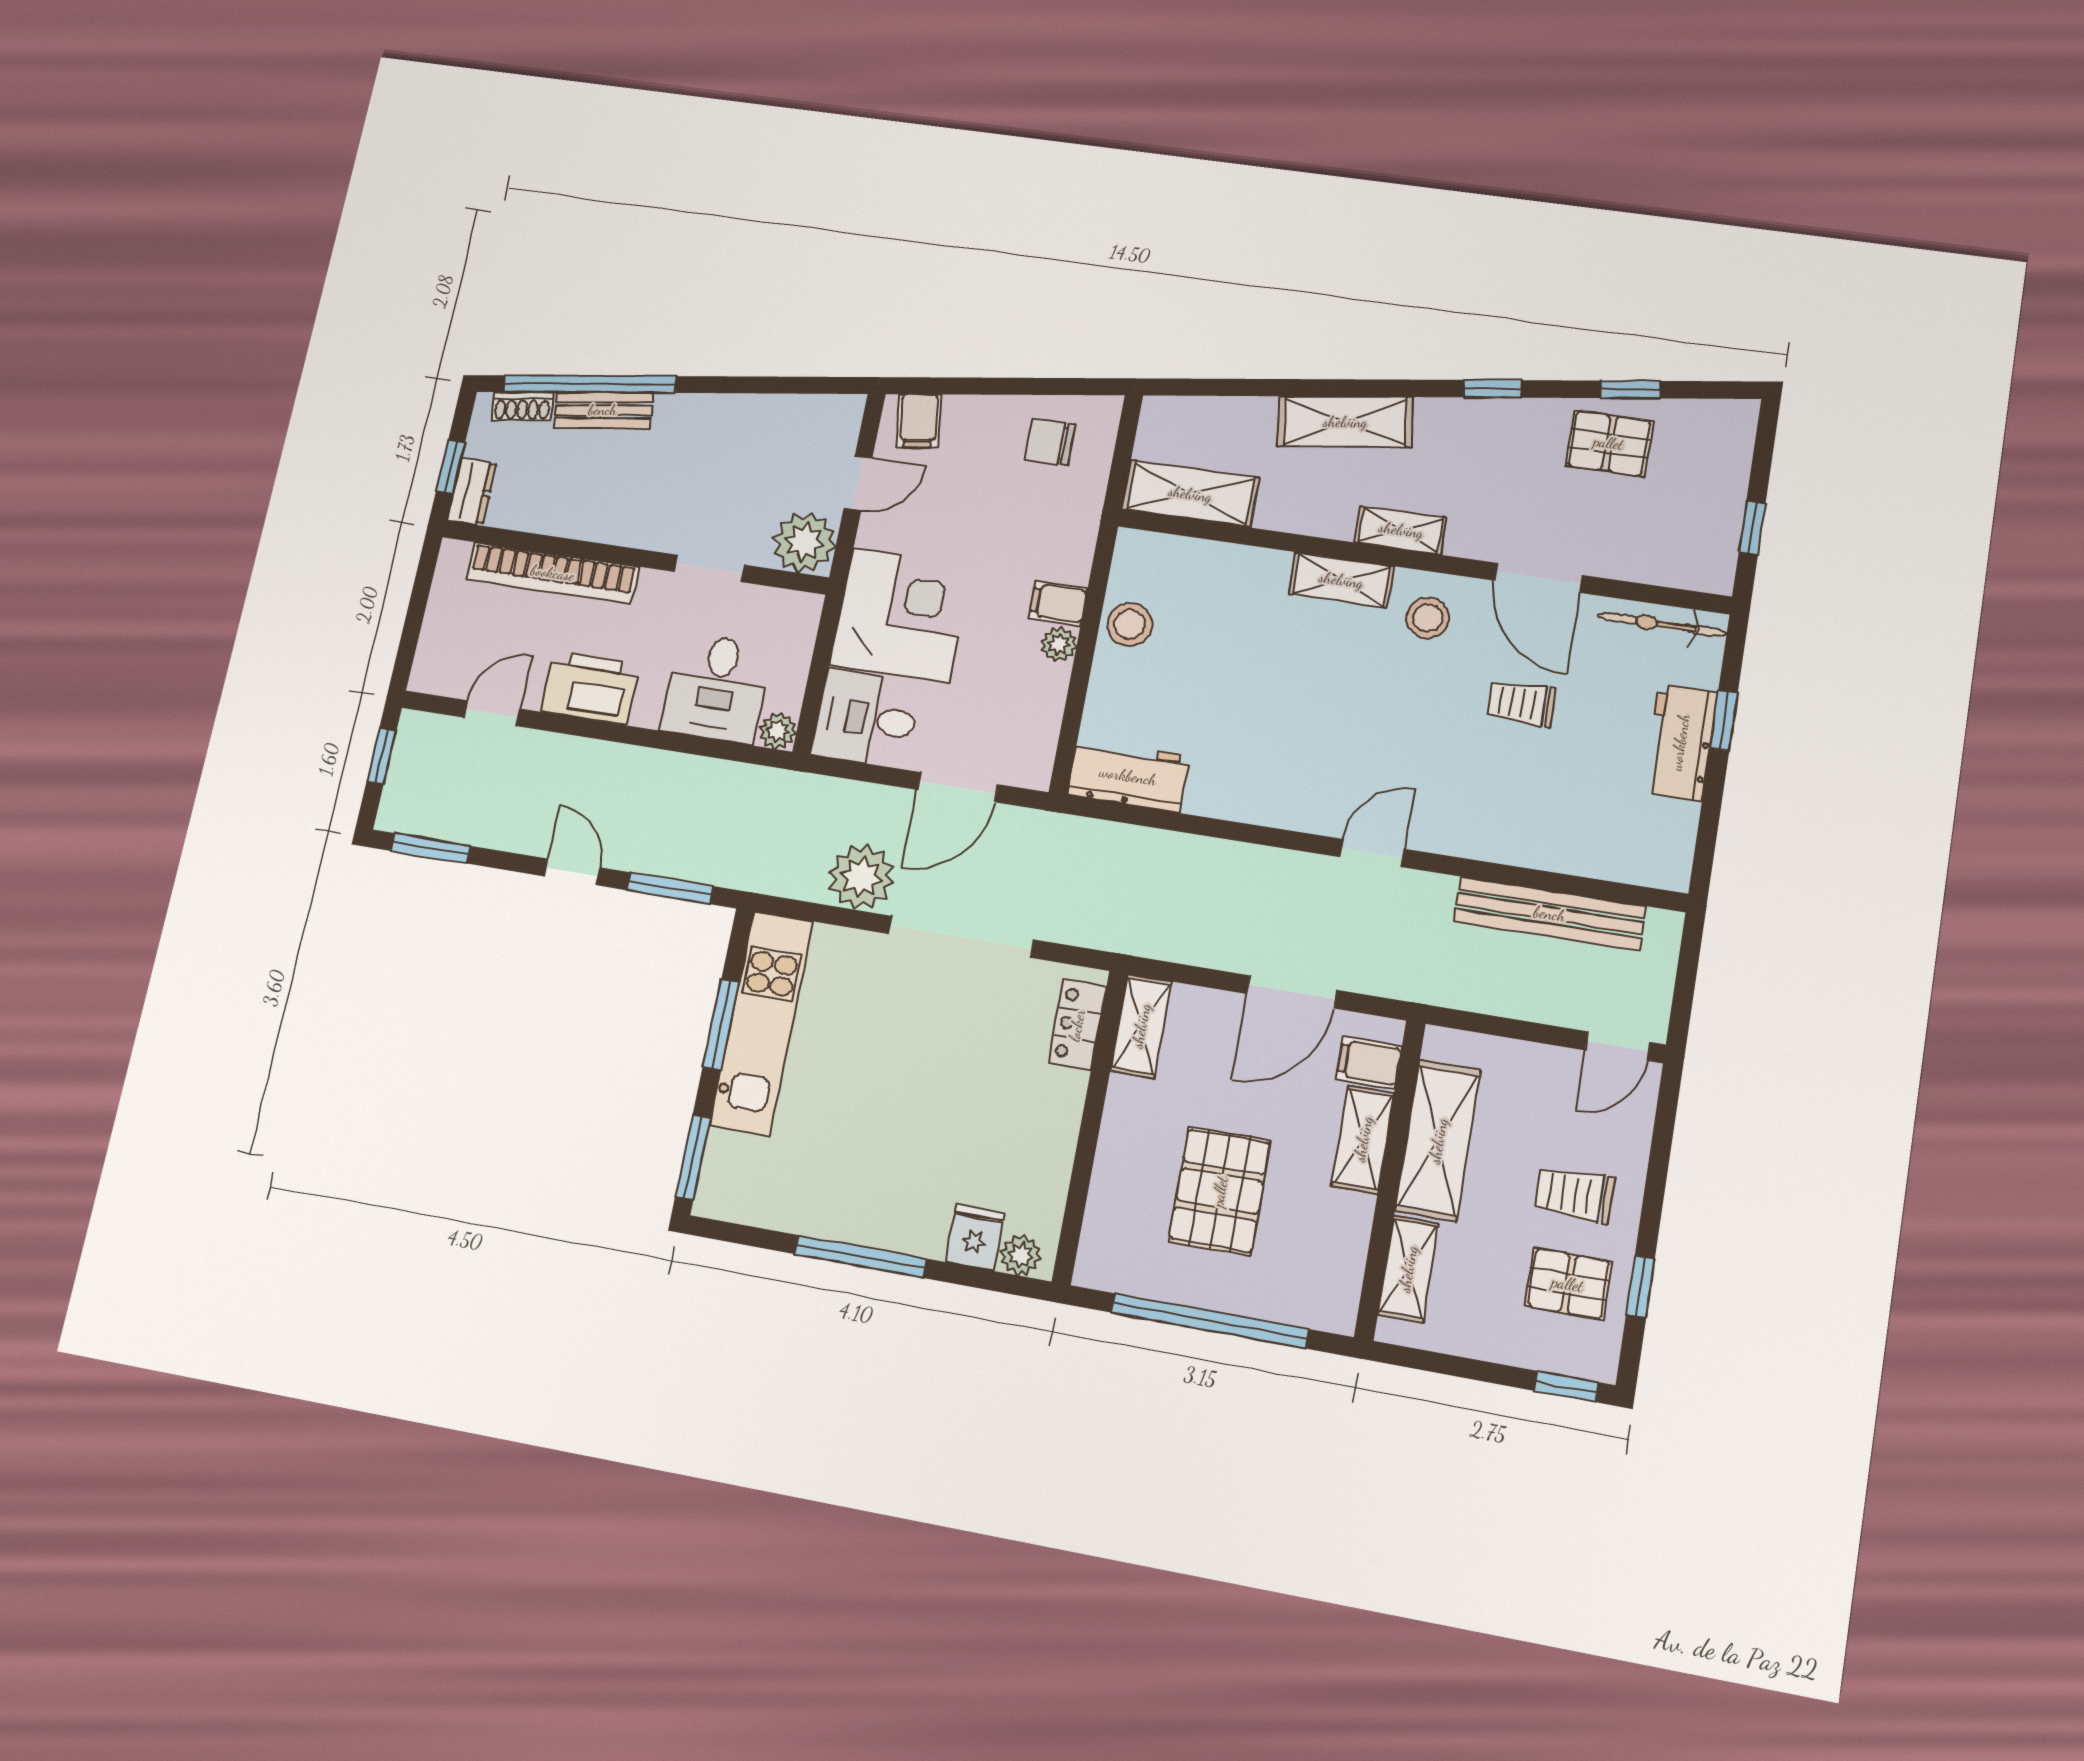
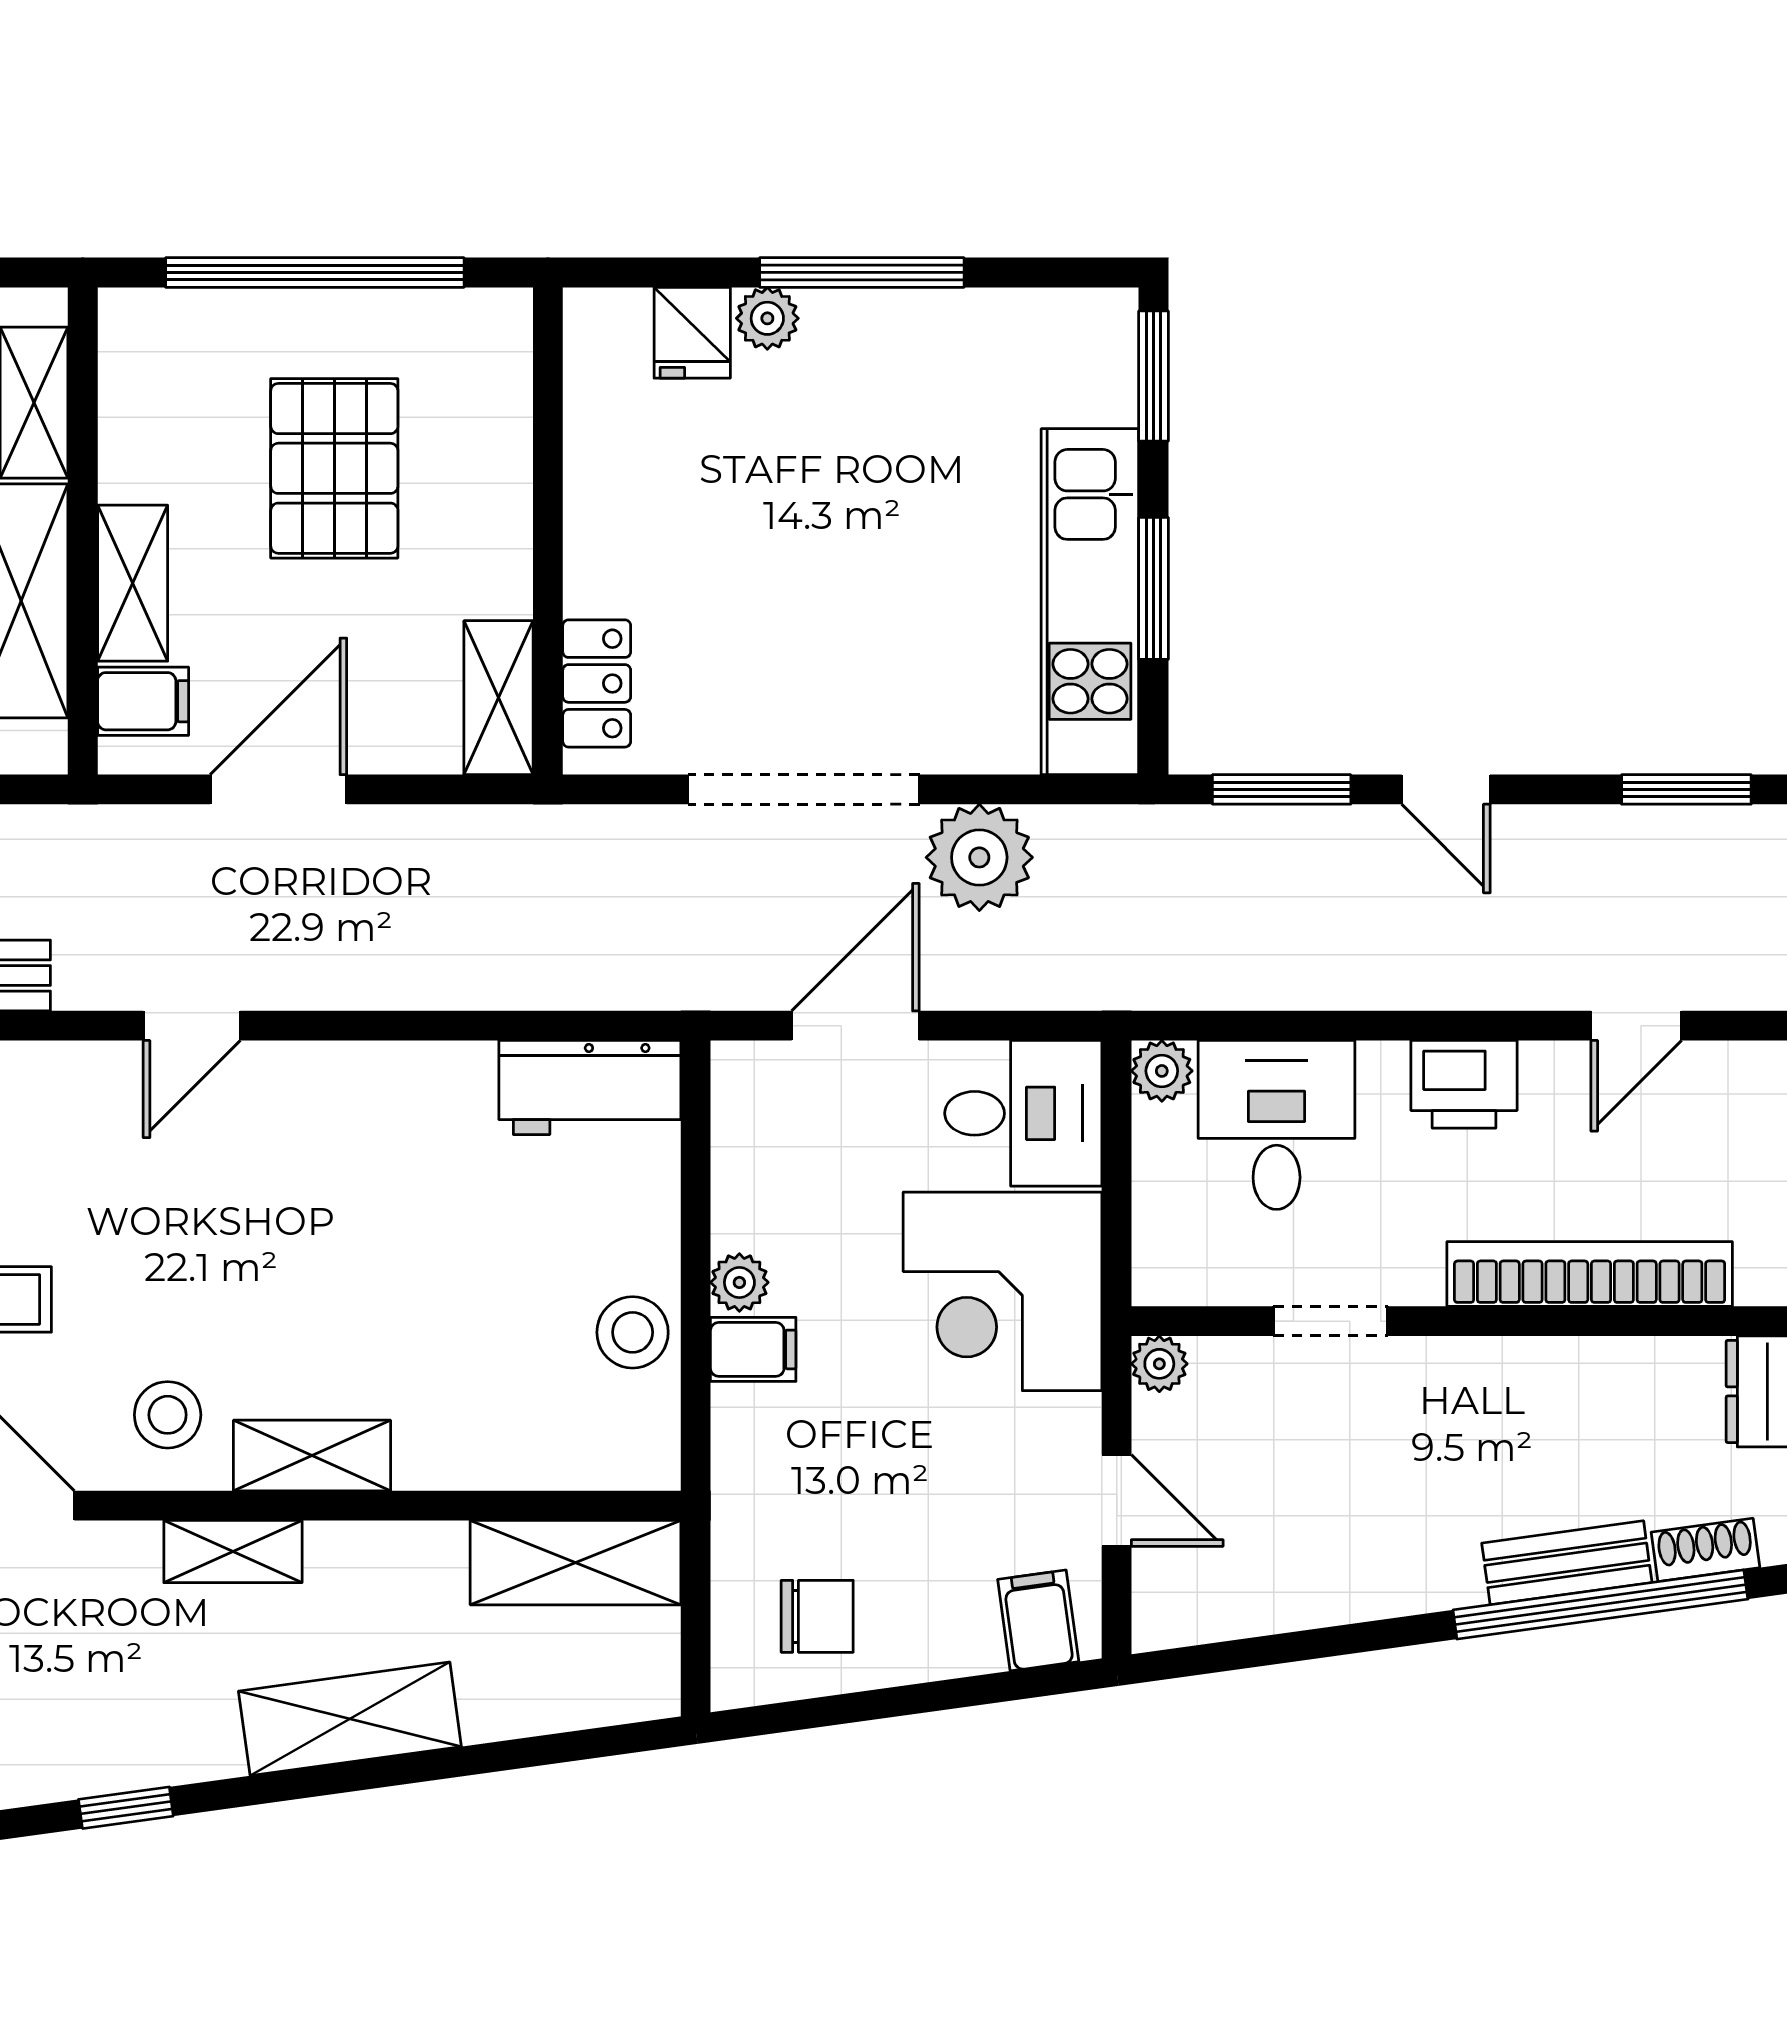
door: (858, 483) -> (1117, 1501), swing flipped
plant: (805, 542) -> (1159, 1364), width x0.53, depth x0.53
printer: (590, 688) -> (1464, 1084), width x0.73, depth x0.84
plant: (1021, 1255) -> (767, 318), moved

